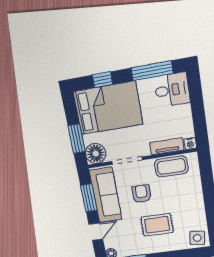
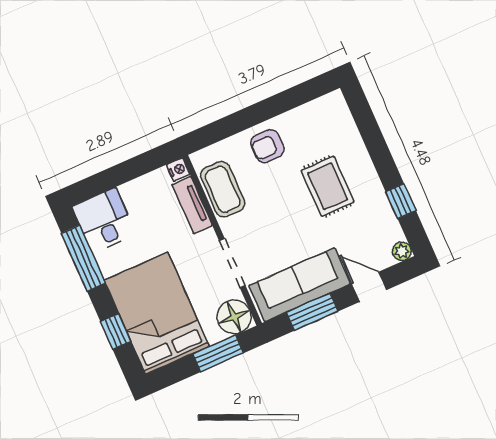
armchair: (142, 194) -> (267, 146), moved
side table: (197, 238) -> (332, 113), removed

